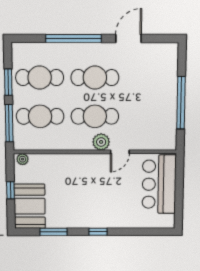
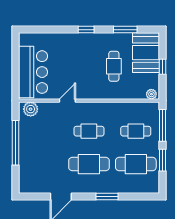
window: (73, 38) -> (107, 197), width x0.47
cafe table: (40, 116) -> (136, 131), width x0.73, depth x0.74
cafe table: (95, 116) -> (89, 131), width x0.73, depth x0.74
plant: (101, 142) -> (31, 109), moved
cafe table: (66, 191) -> (114, 66), added

